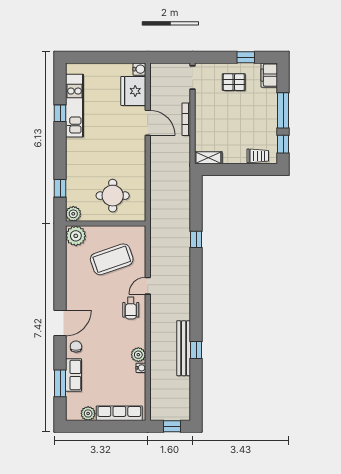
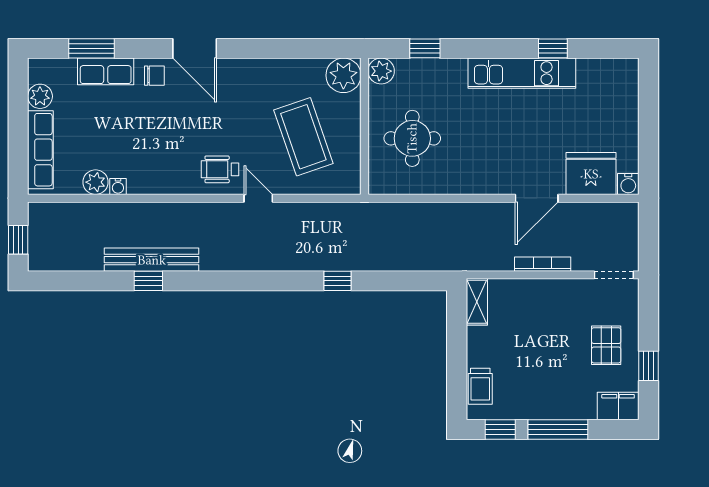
kitchen unit: (74, 106) -> (522, 73), moved
plant: (138, 355) -> (96, 182), moved

